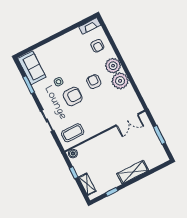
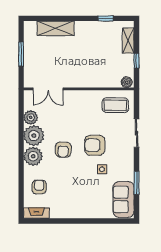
plant: (129, 93) -> (31, 117), added
double door: (127, 120) -> (48, 89), swing flipped
shelving: (133, 172) -> (56, 28), moved

